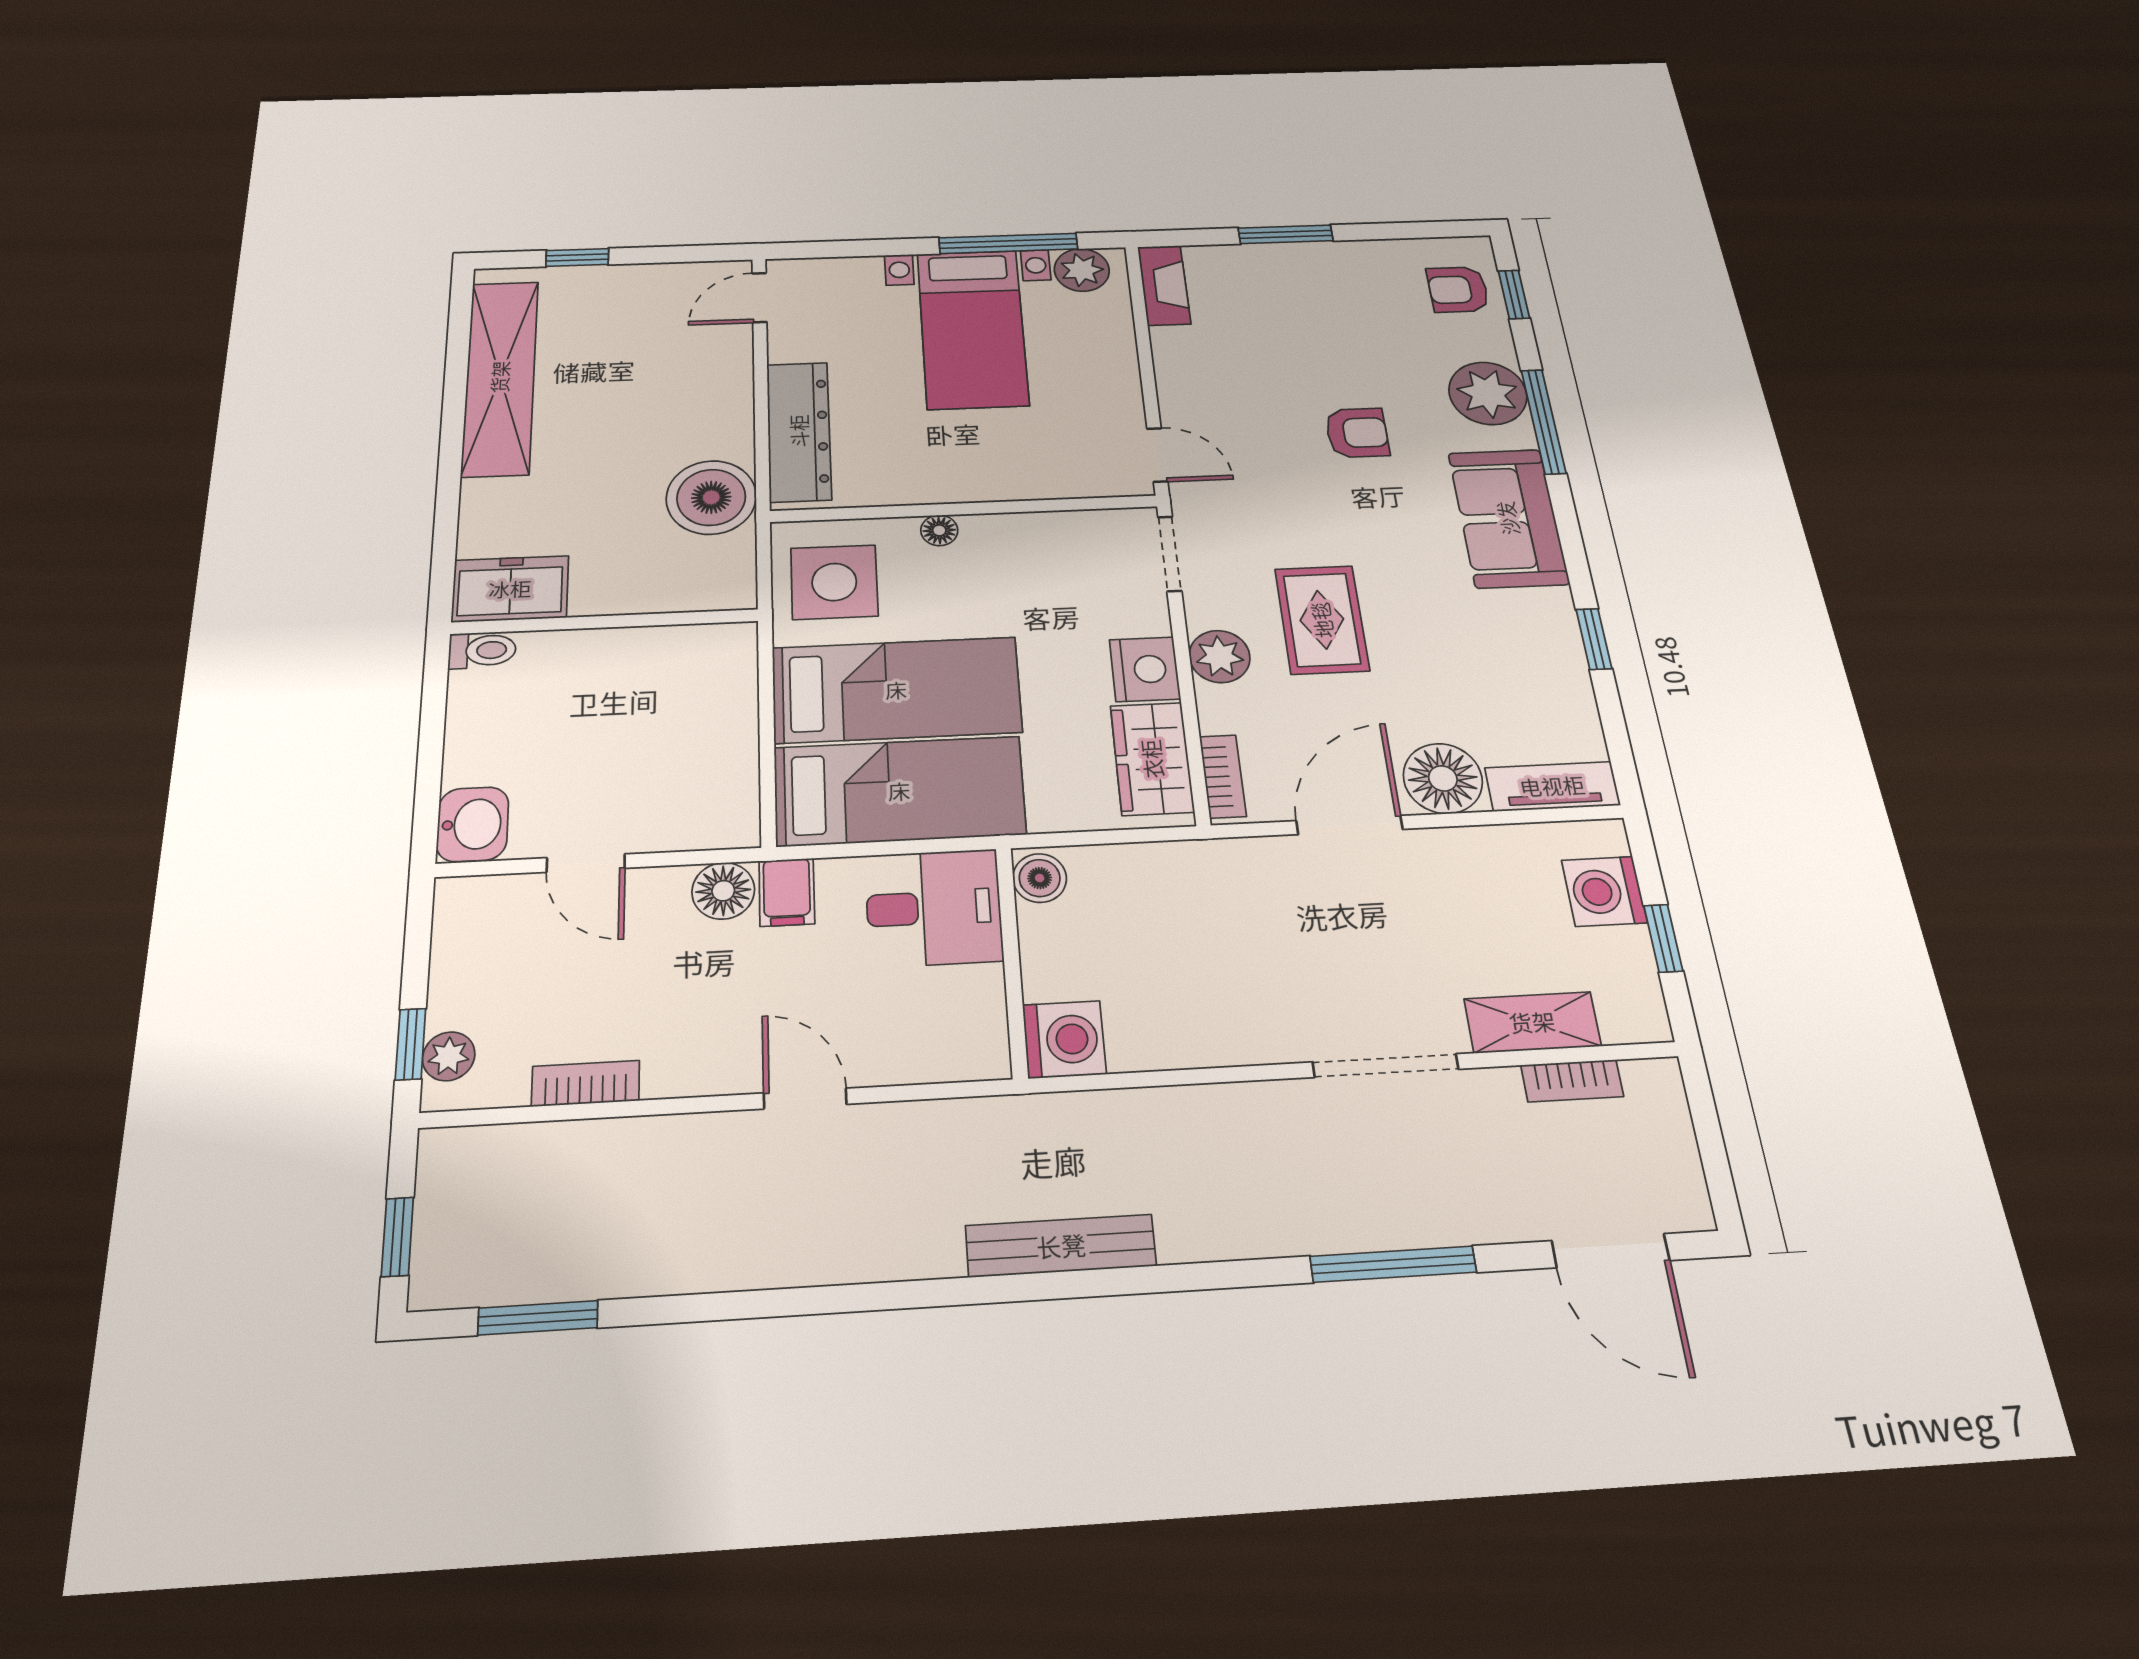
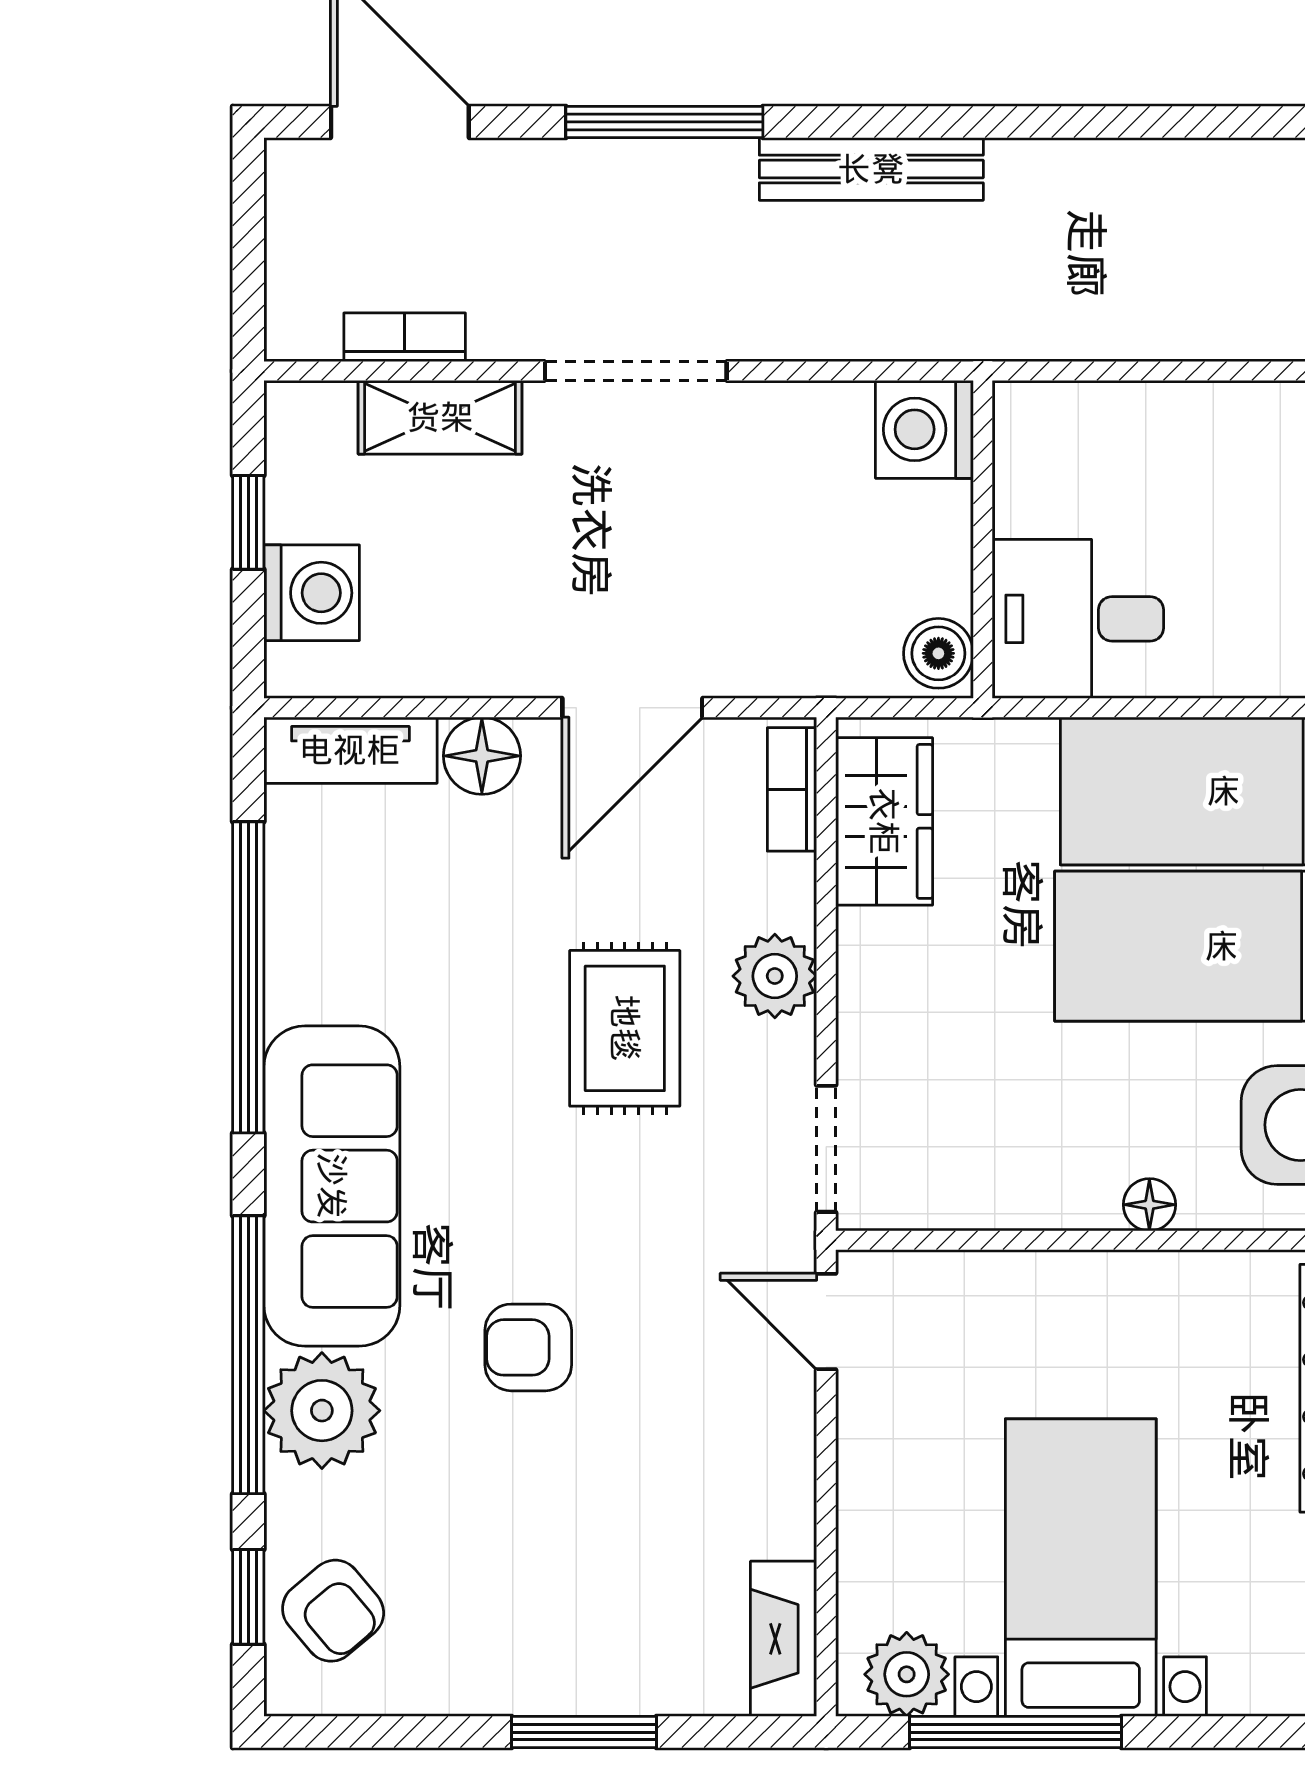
armchair: (1458, 289) -> (333, 1611), turned 50
window: (1543, 422) -> (248, 1355), width x1.46
sofa: (1508, 518) -> (332, 1186), width x1.36
window: (1594, 639) -> (248, 977), width x3.17
nightstand: (1145, 669) -> (880, 961), removed
floor lamp: (1443, 778) -> (482, 756), width x0.73, depth x0.73
boiler: (1040, 878) -> (938, 653), moved
desk: (934, 908) -> (1078, 619), moved
wall: (1012, 961) -> (983, 539), moved
washing machine: (1064, 1039) -> (924, 429), moved
bench: (1061, 1246) -> (871, 169), moved

